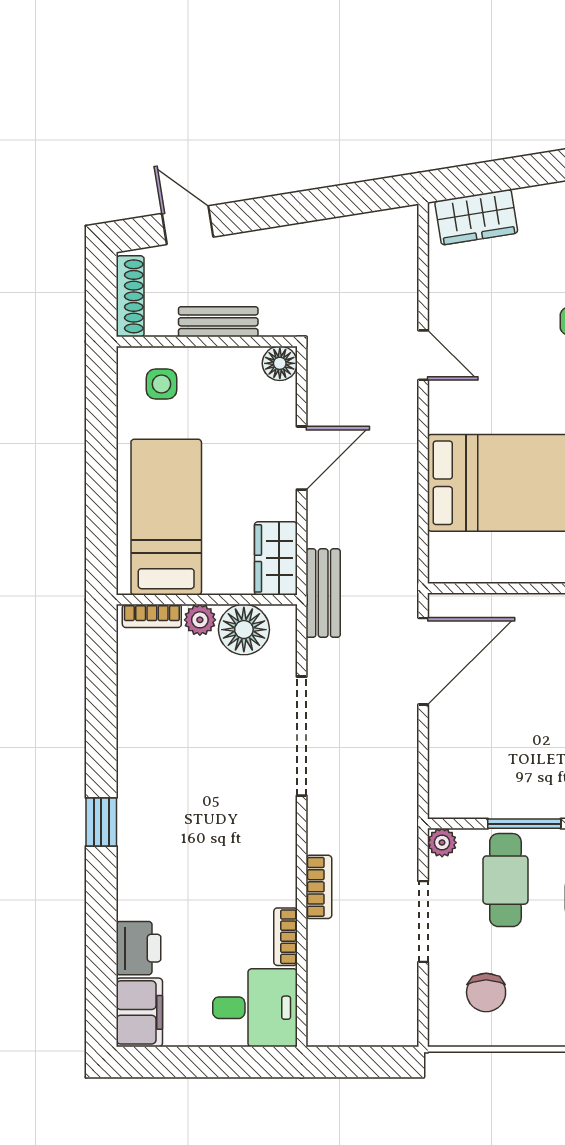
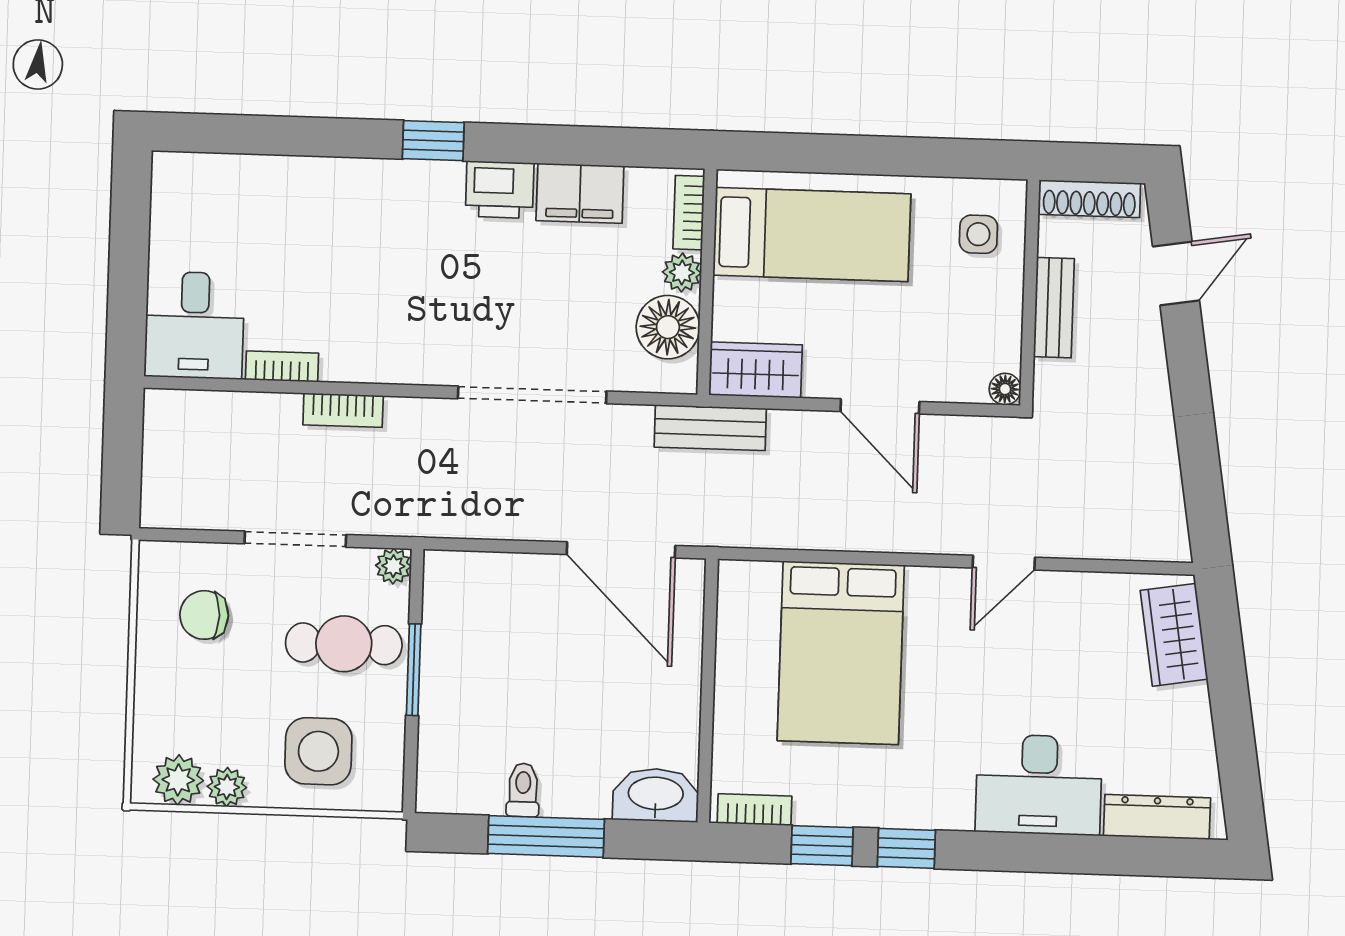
floor lamp: (280, 363) -> (1005, 389), width x0.73, depth x0.73
printer: (139, 948) -> (500, 190), moved
filing cabinet: (139, 1012) -> (580, 193), moved

